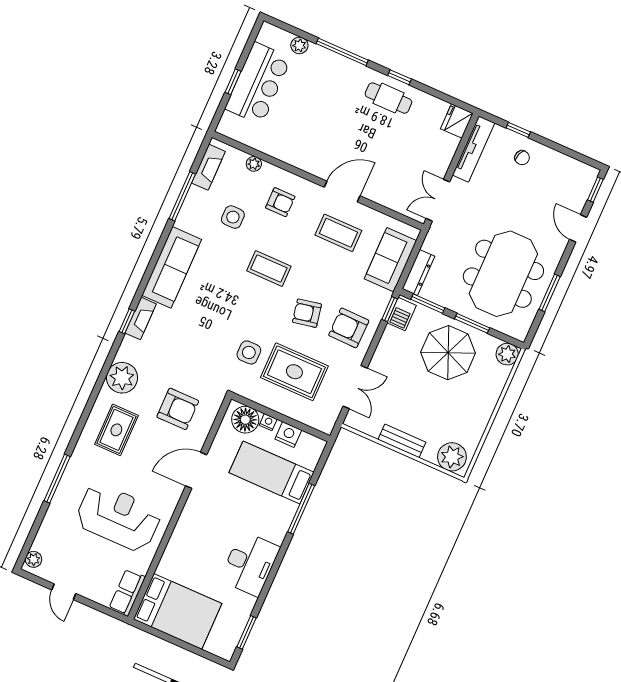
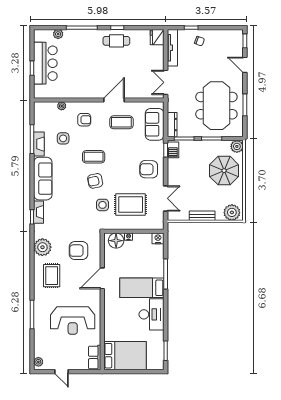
fireplace: (208, 167) -> (39, 144), moved
armchair: (307, 313) -> (95, 181), moved
parasol: (448, 353) -> (224, 171), moved
armchair: (178, 409) -> (79, 251), turned 180
nightstand: (288, 435) -> (158, 238), moved
bed: (272, 472) -> (142, 288), moved
reception desk: (118, 517) -> (73, 320), turned 180

